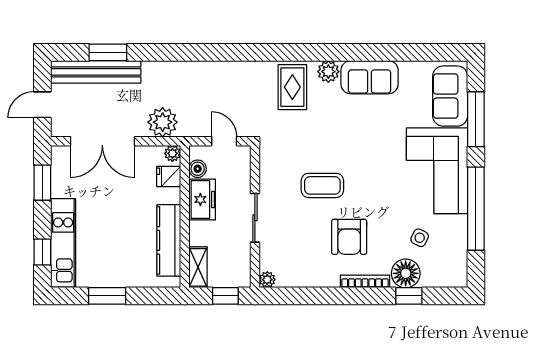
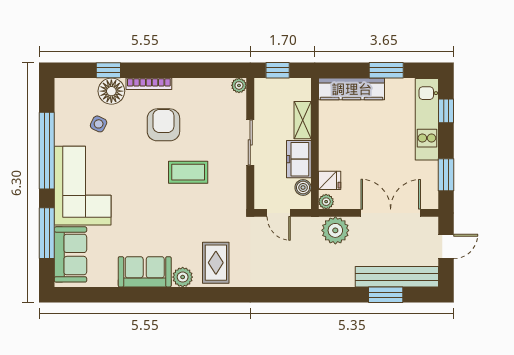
kitchen counter: (169, 240) -> (352, 89), moved, turned 90
shelving: (198, 267) -> (303, 120), moved

